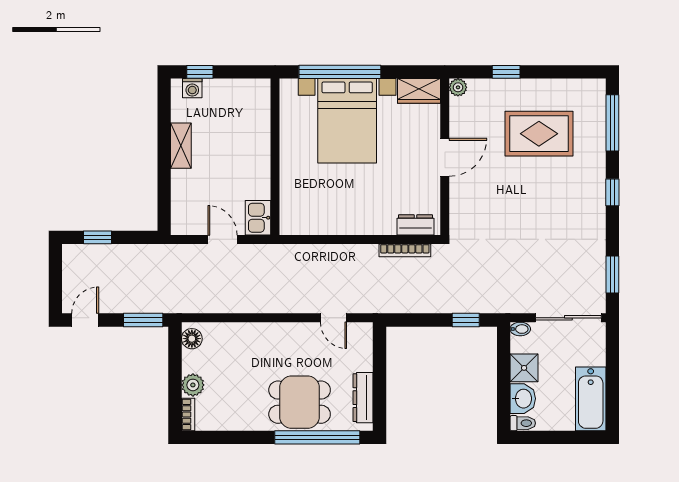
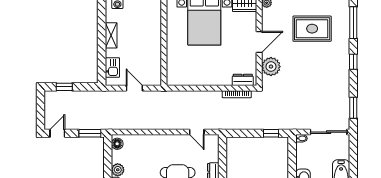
plant: (466, 201) -> (271, 67), added
kitchen sink: (258, 218) -> (112, 67), moved, turned 180
shower: (524, 368) -> (304, 160), removed

